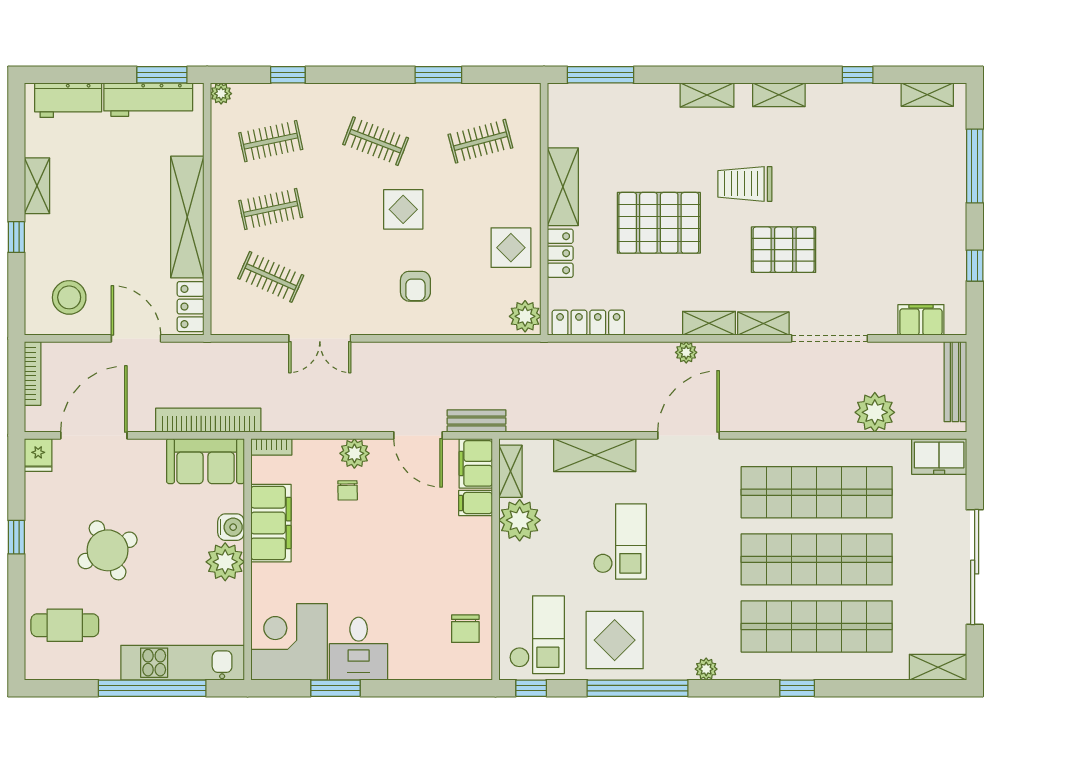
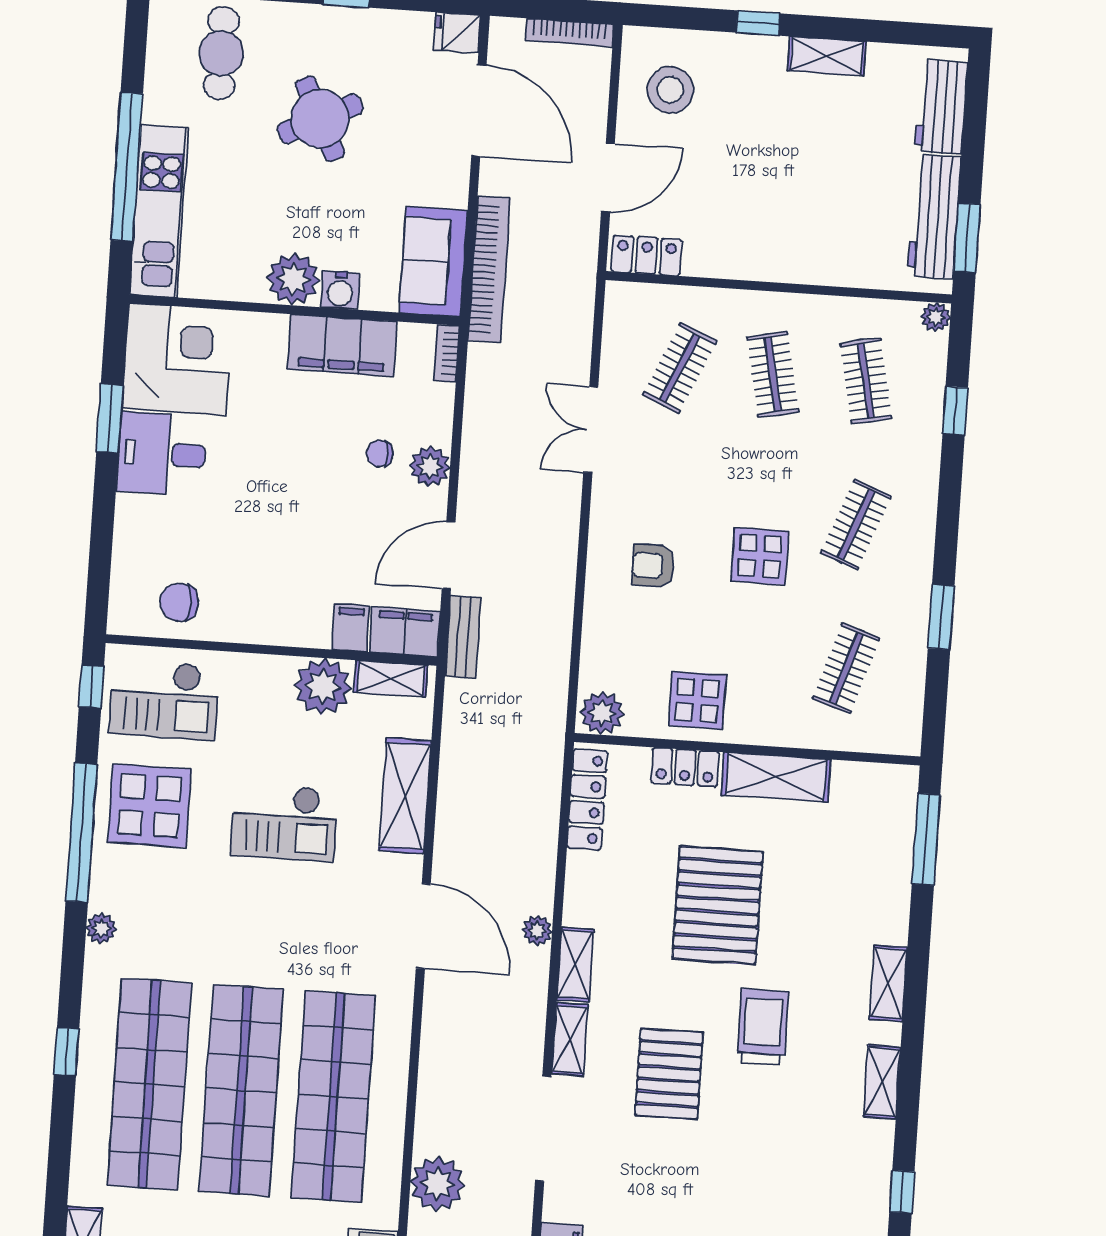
clothes rail: (480, 141) -> (846, 668), turned 33
shelving: (187, 217) -> (770, 259), removed

